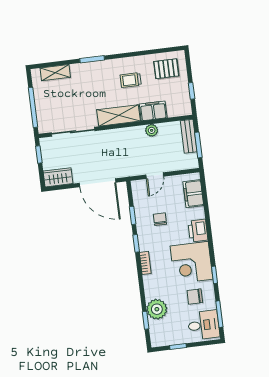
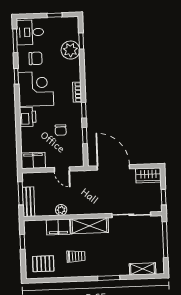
door: (155, 176) -> (62, 169), swing flipped
filing cabinet: (193, 194) -> (33, 160), moved, turned -90

